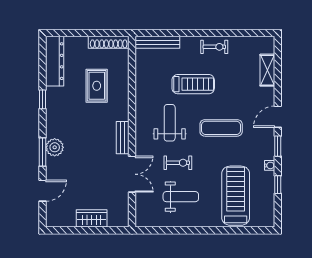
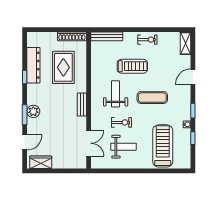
dresser: (55, 61) -> (33, 65), moved
shelving: (267, 70) -> (185, 43), moved
rug: (97, 86) -> (63, 67), width x1.36, depth x1.43
door: (278, 117) -> (193, 77), moved
double door: (132, 174) -> (89, 143), moved
wardrobe: (92, 218) -> (41, 162), moved

